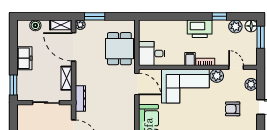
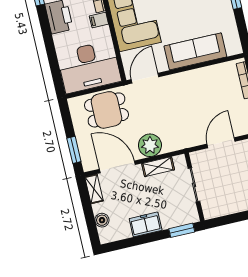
plant: (80, 25) -> (150, 145), moved, width x1.88, depth x1.88
door: (74, 47) -> (117, 167), swing flipped
desk: (152, 54) -> (89, 67), width x1.87, depth x1.30
dresser: (80, 99) -> (179, 144), removed

